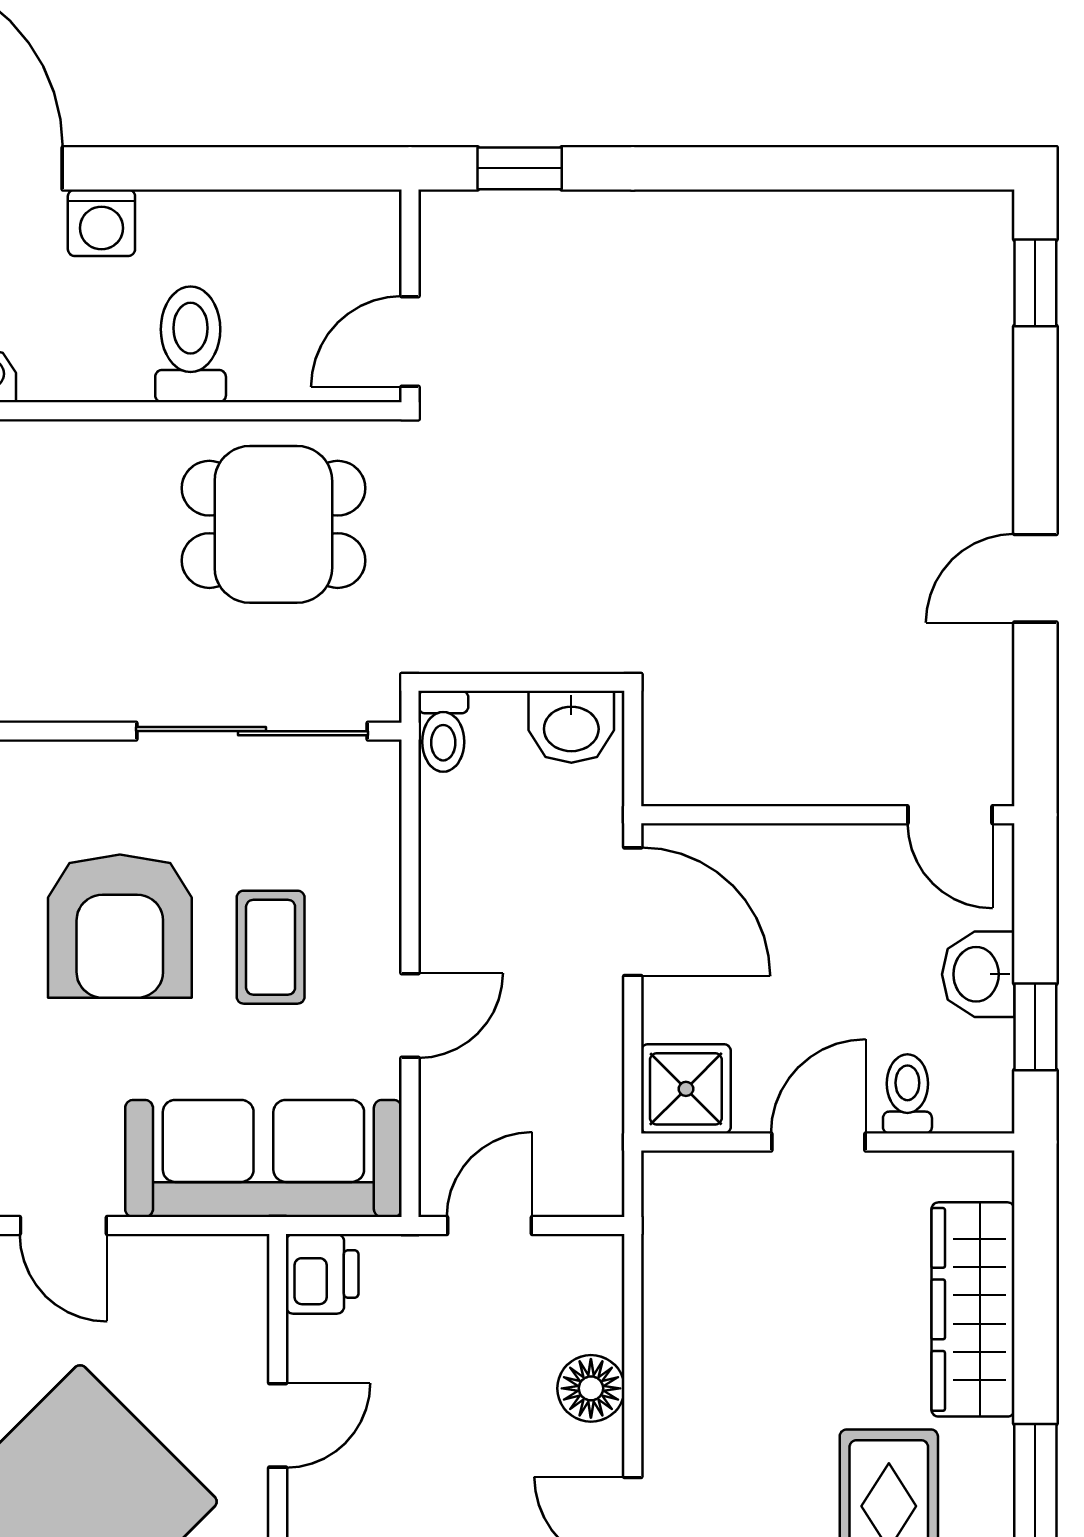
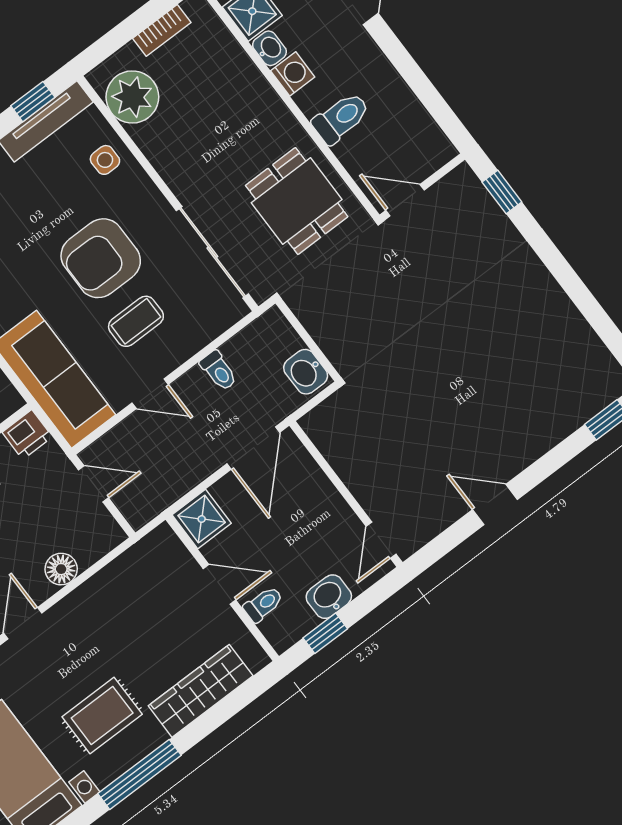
washing machine: (101, 223) -> (293, 74), moved, turned 180
toilet: (443, 731) -> (219, 371), moved, turned -90

